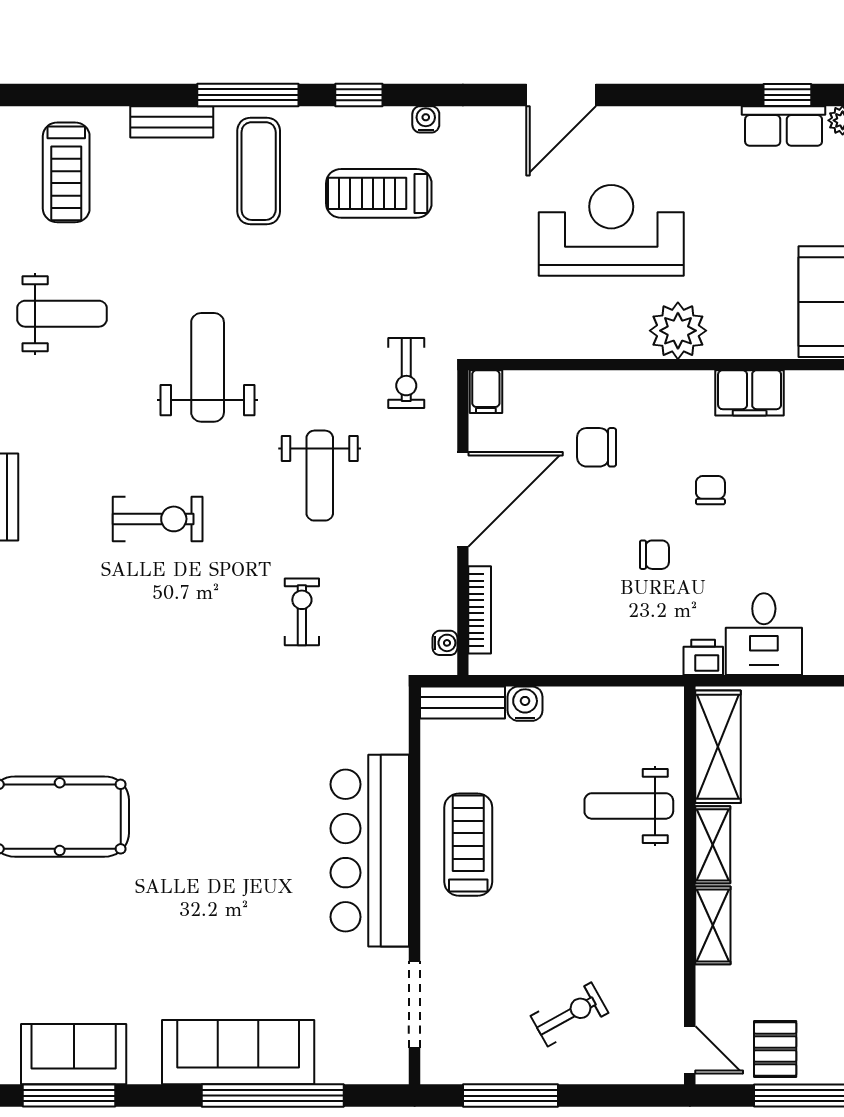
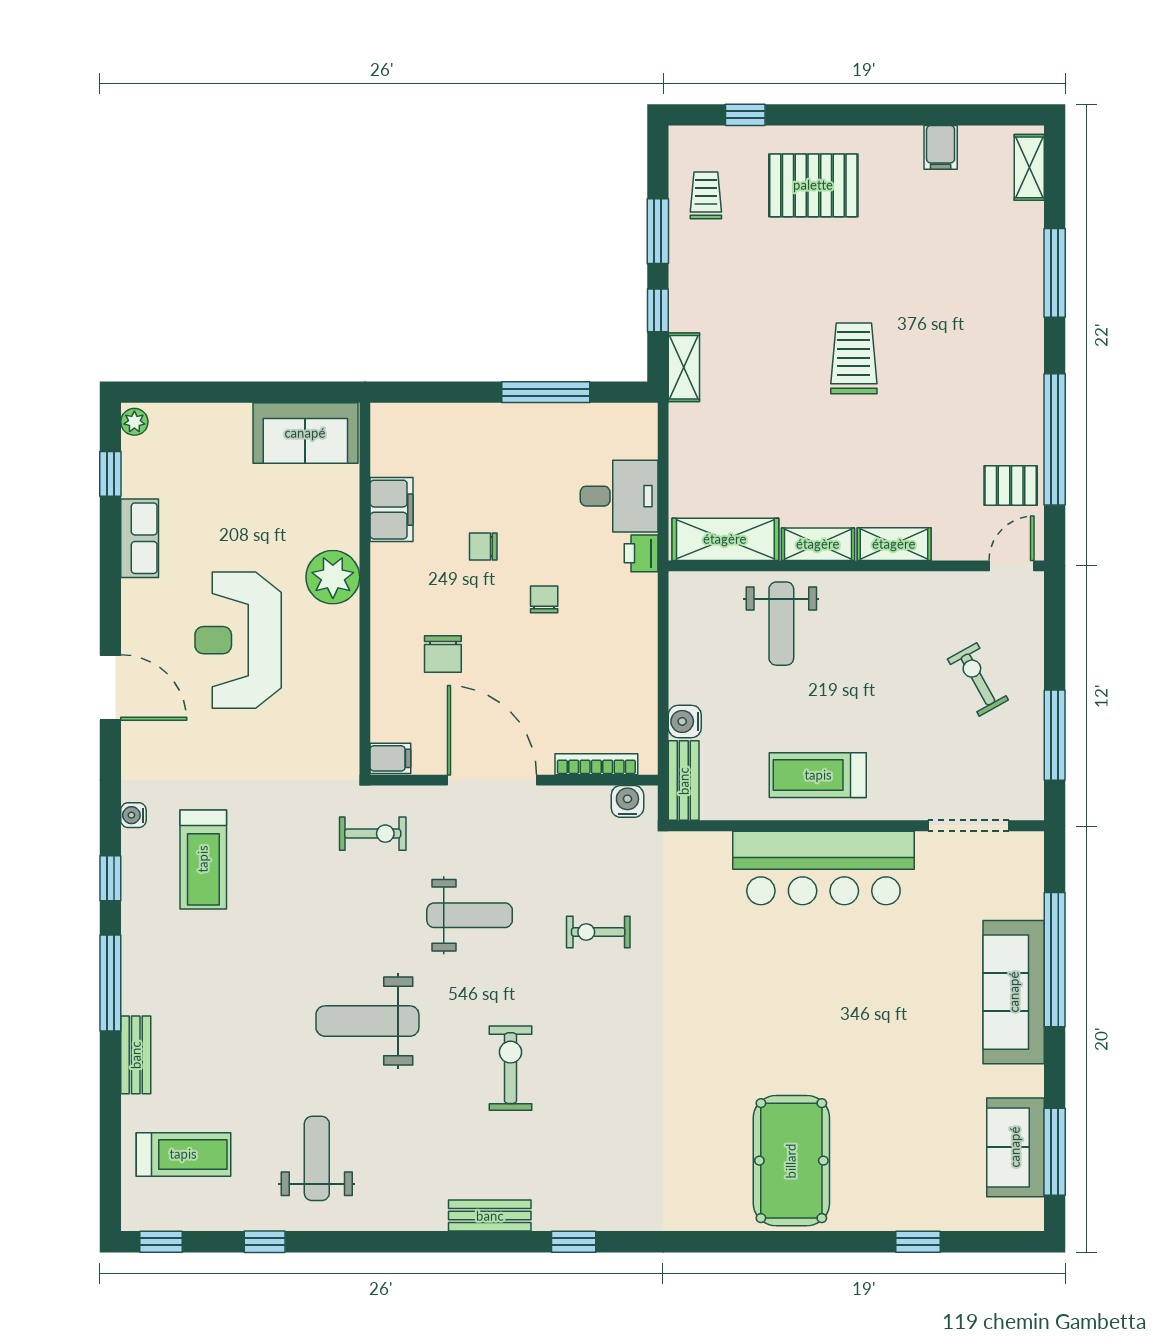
row of seats: (784, 126) -> (140, 538), moved
exercise mat: (259, 171) -> (182, 973), removed
water cooler: (445, 643) -> (627, 801), width x1.38, depth x1.38

